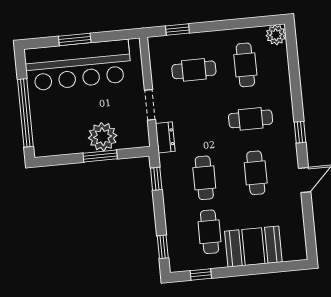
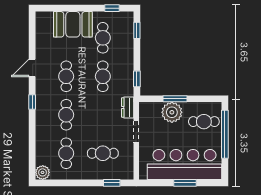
cafe table: (251, 119) -> (66, 115), turned 90
cafe table: (56, 128) -> (204, 122), added

